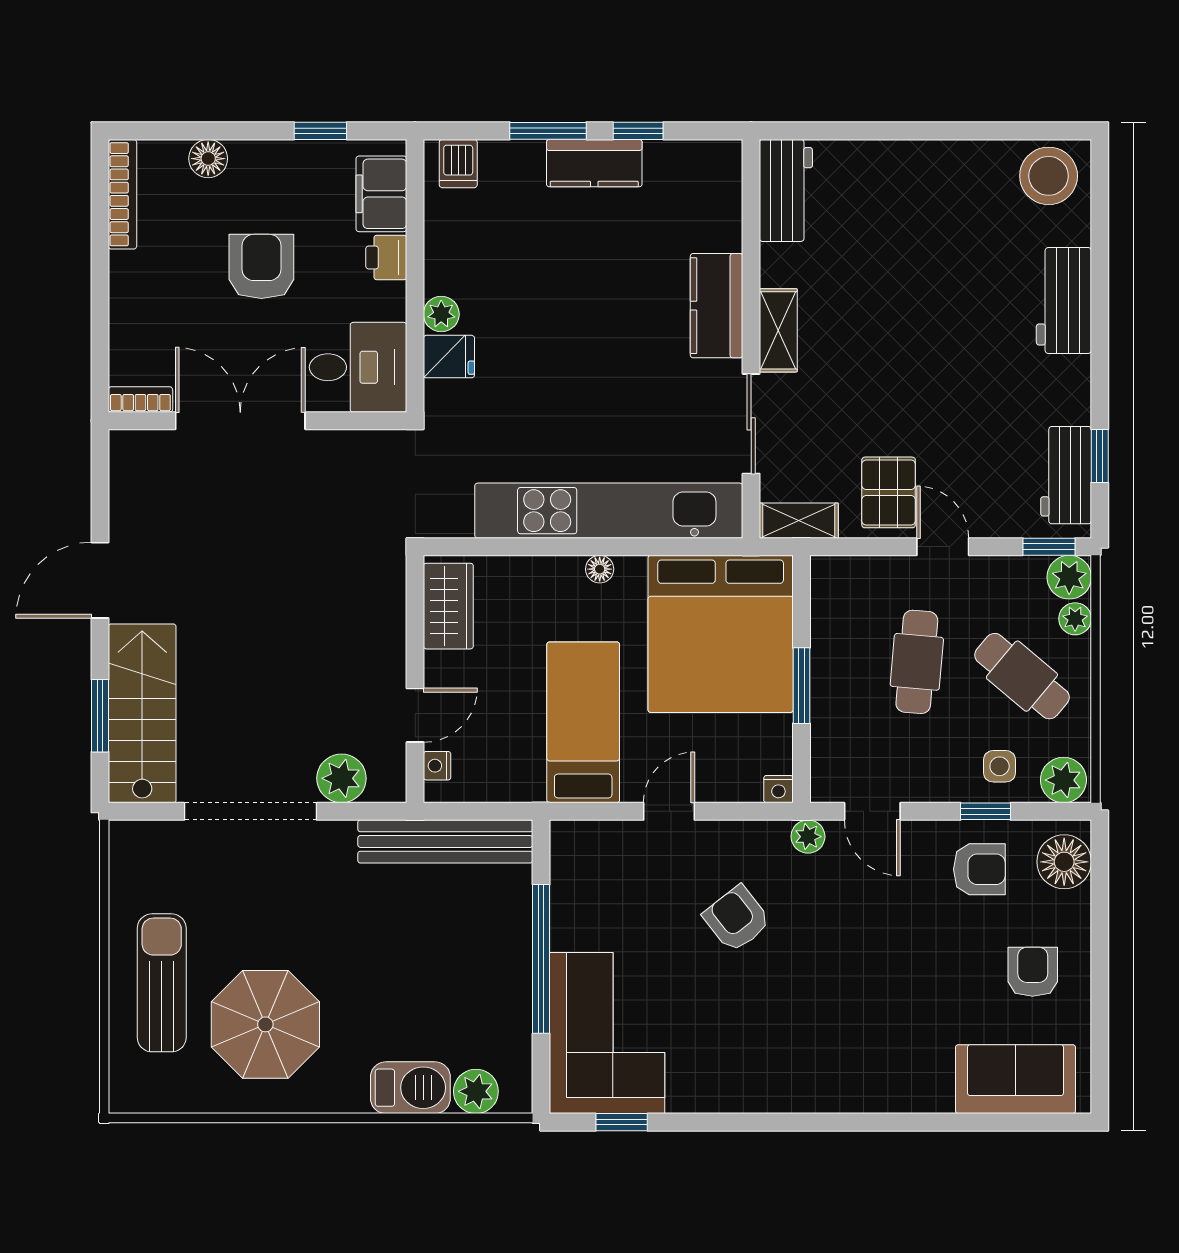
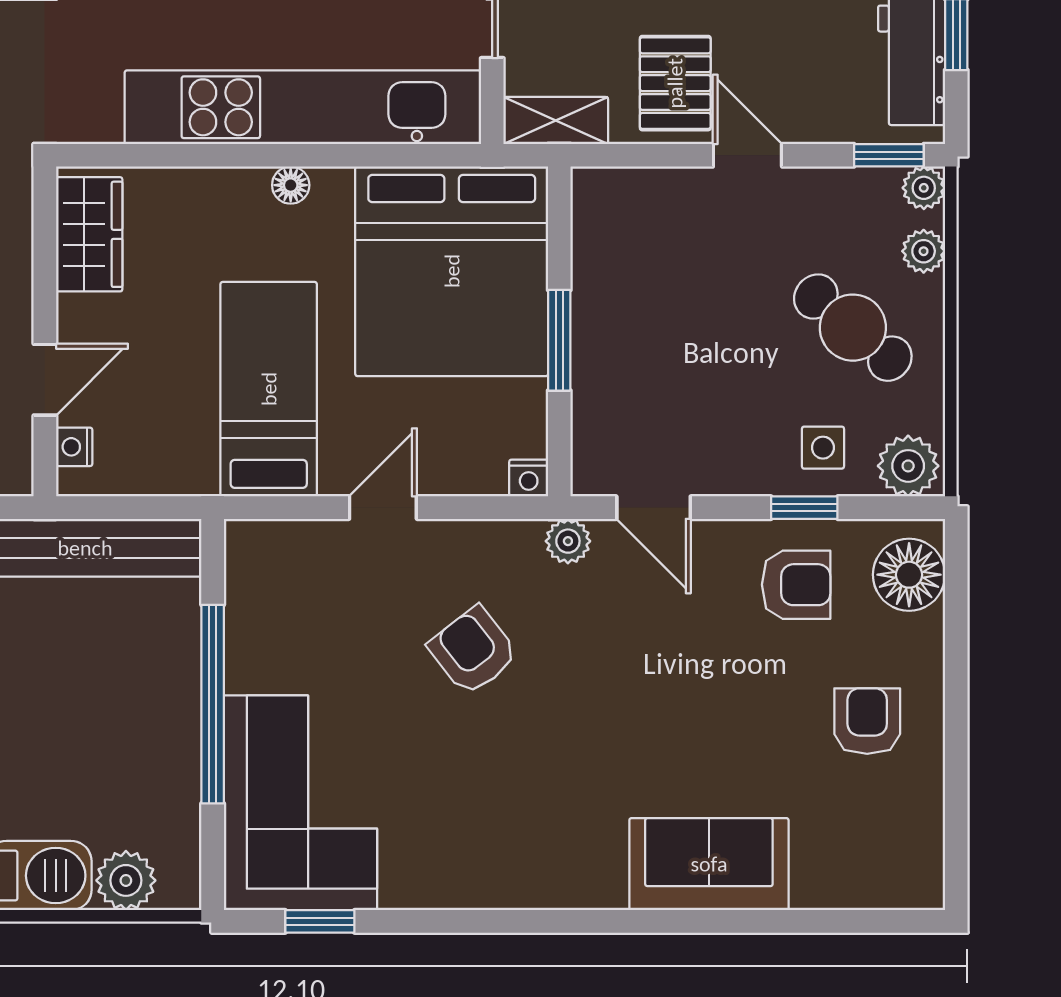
plant: (1069, 577) -> (924, 188), width x0.73, depth x0.73
cafe table: (917, 662) -> (713, 309), removed
sofa: (1016, 1079) -> (709, 864), moved

